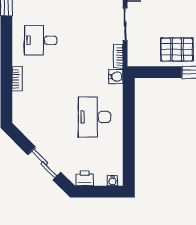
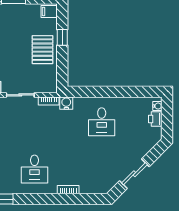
desk: (95, 117) -> (102, 122), width x0.73
sliding door: (44, 163) -> (134, 174), moved
printer: (85, 178) -> (155, 119), moved

